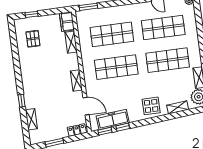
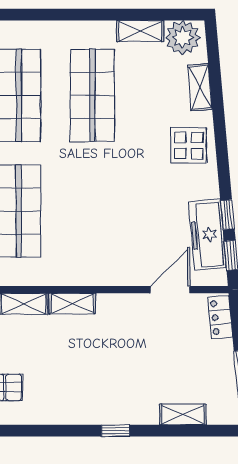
shop shelf: (116, 67) -> (92, 211), removed
shelving: (76, 80) -> (72, 304), moved
window: (22, 101) -> (116, 431), moved

